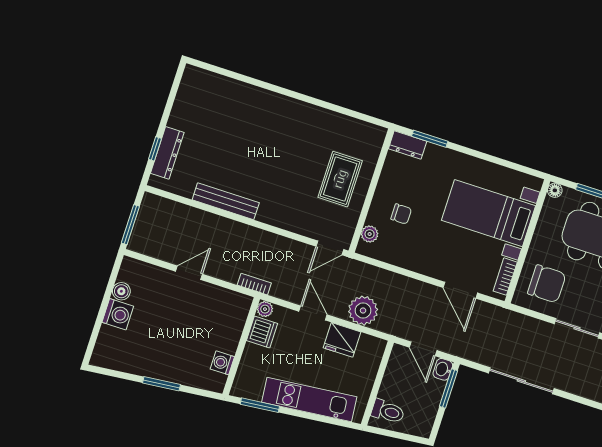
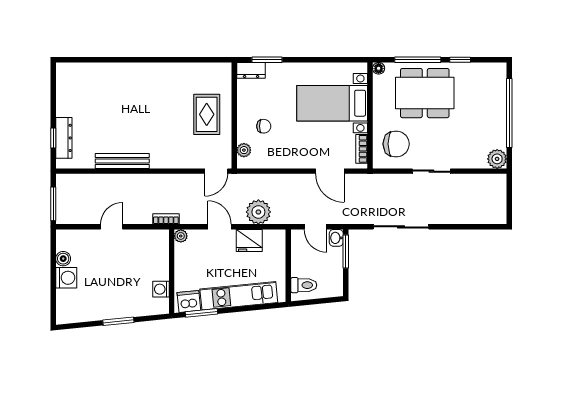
dishwasher: (262, 332) -> (189, 301), moved, turned -96

